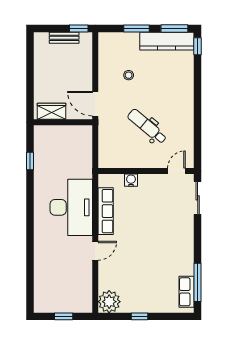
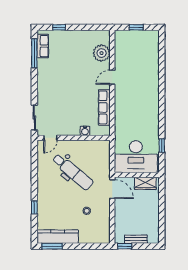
window: (137, 29) -> (81, 246), removed
window: (198, 46) -> (34, 207), moved
dental chair: (147, 126) -> (73, 172), width x1.36, depth x1.38
desk: (71, 207) -> (136, 157), moved, turned -90
plant: (109, 302) -> (102, 53), moved
window: (140, 316) -> (59, 27), moved

